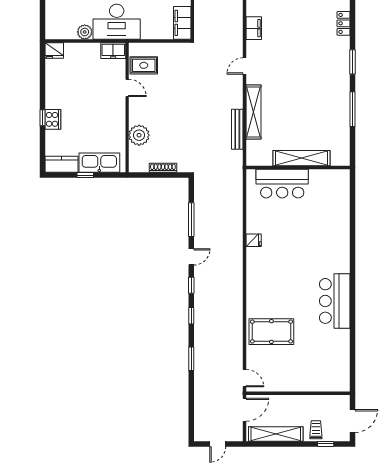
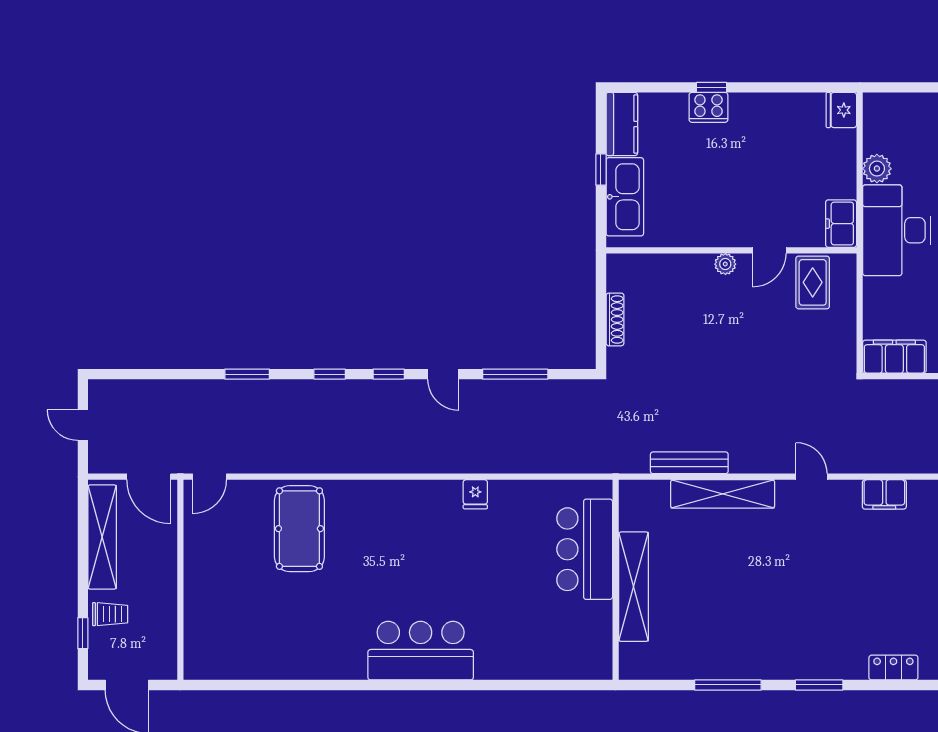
plant: (139, 135) -> (725, 264), moved, width x0.53, depth x0.53
bar counter: (335, 301) -> (421, 651), moved

